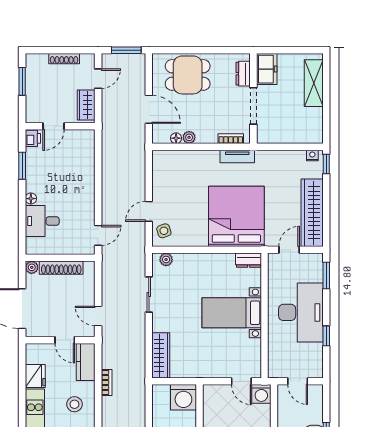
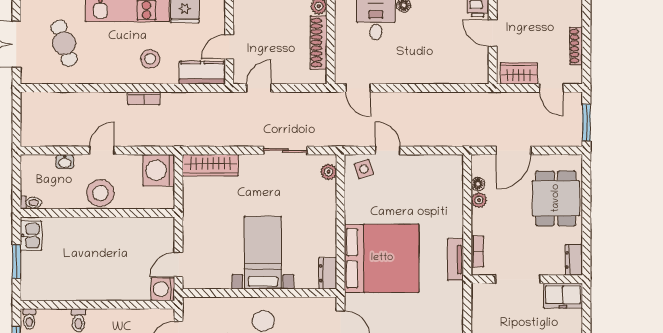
dresser: (243, 74) -> (574, 260), moved, turned -90
bookcase: (107, 382) -> (144, 98), moved
washing machine: (183, 397) -> (159, 170), moved

